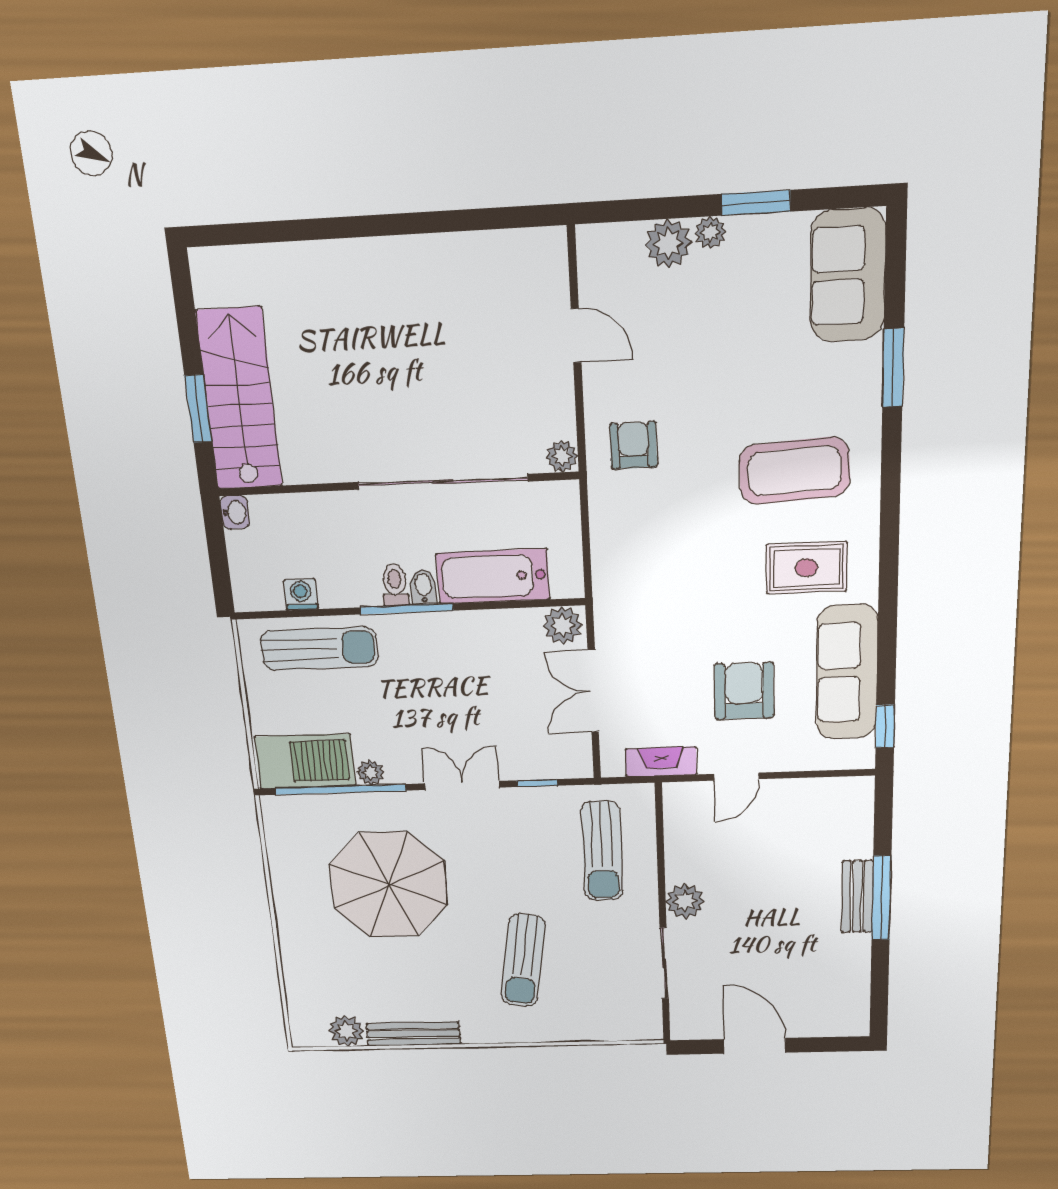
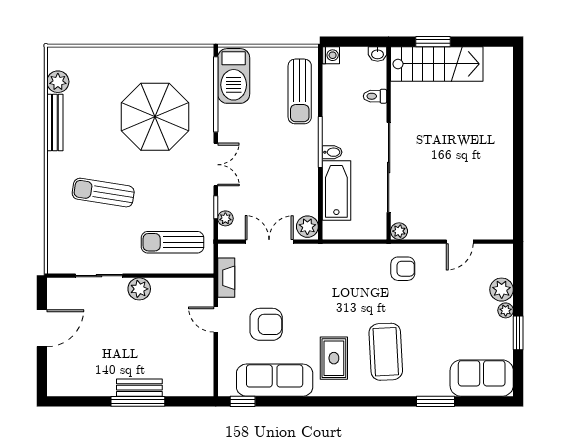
toilet: (395, 585) -> (375, 96), moved, turned 180
washing machine: (301, 594) -> (331, 55), moved
plant: (370, 773) -> (225, 218), moved

